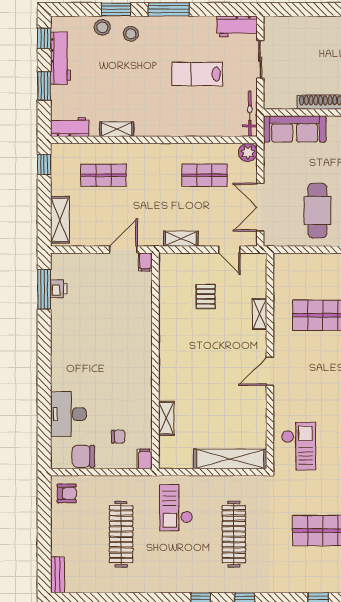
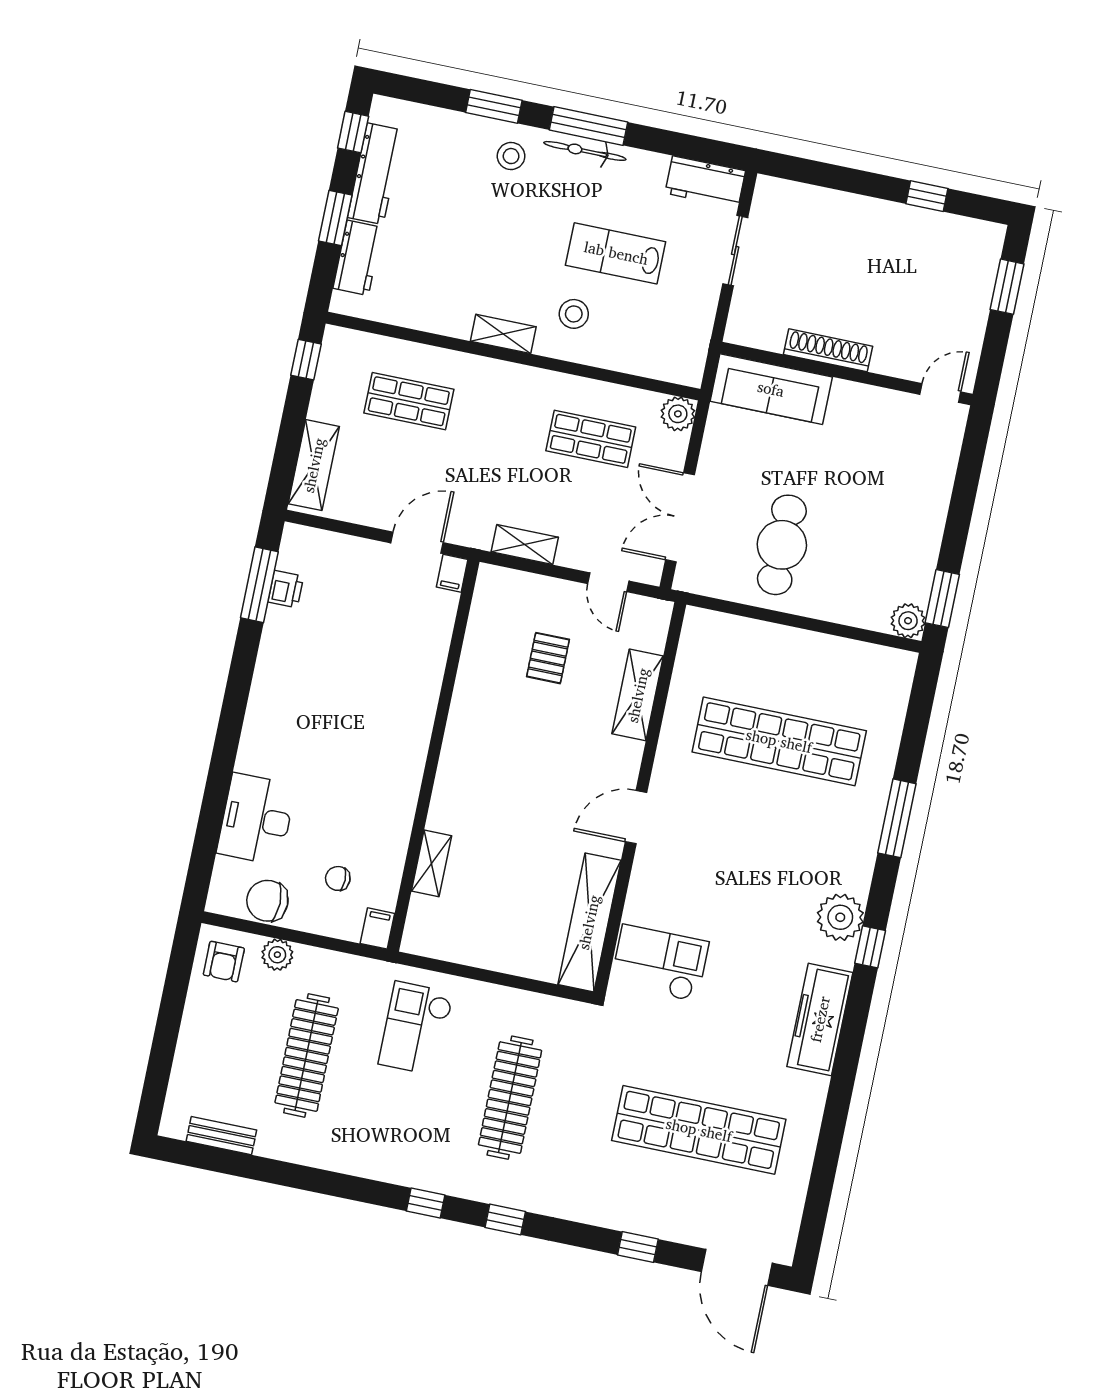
stool: (102, 27) -> (574, 314), moved
bicycle: (250, 114) -> (585, 151), moved, turned -90
workbench: (70, 127) -> (358, 258), moved, turned 90
shelving: (117, 129) -> (503, 334), moved
shelving: (260, 314) -> (638, 695), width x1.50, depth x1.33
chair: (118, 437) -> (338, 878), turned 180
checkout: (299, 446) -> (660, 963), turned -90
shelving: (230, 459) -> (589, 922), moved, turned 90
plant: (94, 484) -> (277, 955), added
armchair: (67, 493) -> (224, 962), turned 90
bench: (58, 575) -> (221, 1136), moved, turned 90

